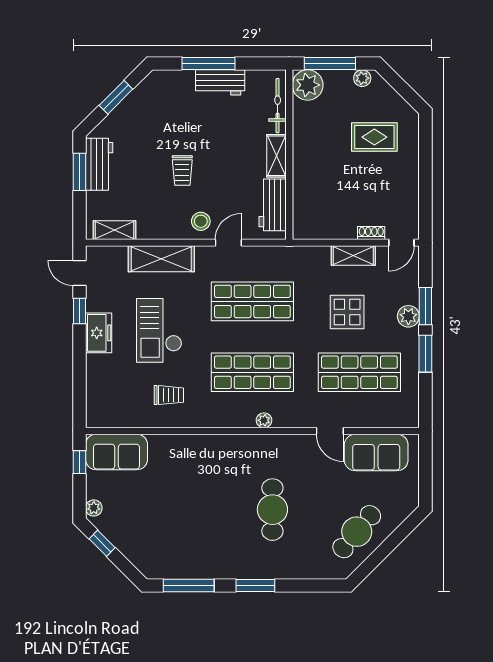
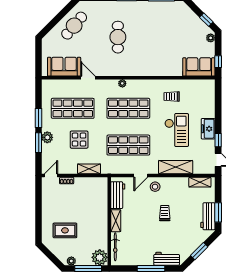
workbench: (220, 82) -> (167, 259), moved
shelving: (353, 256) -> (89, 169), moved

